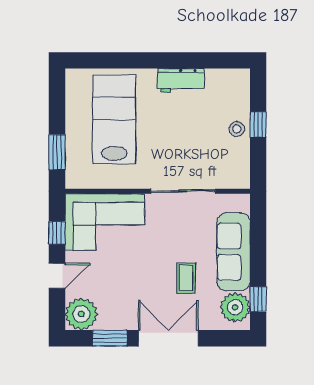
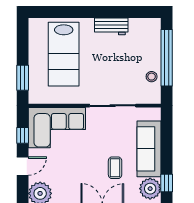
lab bench: (114, 119) -> (64, 54), turned 180
window: (258, 124) -> (167, 58), width x3.17
stool: (237, 129) -> (152, 77), moved

